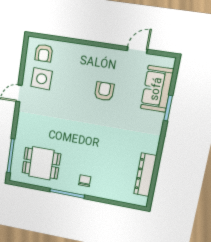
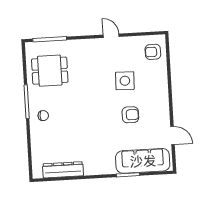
side table: (42, 79) -> (125, 81), moved
sofa: (157, 89) -> (143, 161), width x1.36
dining table: (41, 163) -> (50, 71), turned 90

